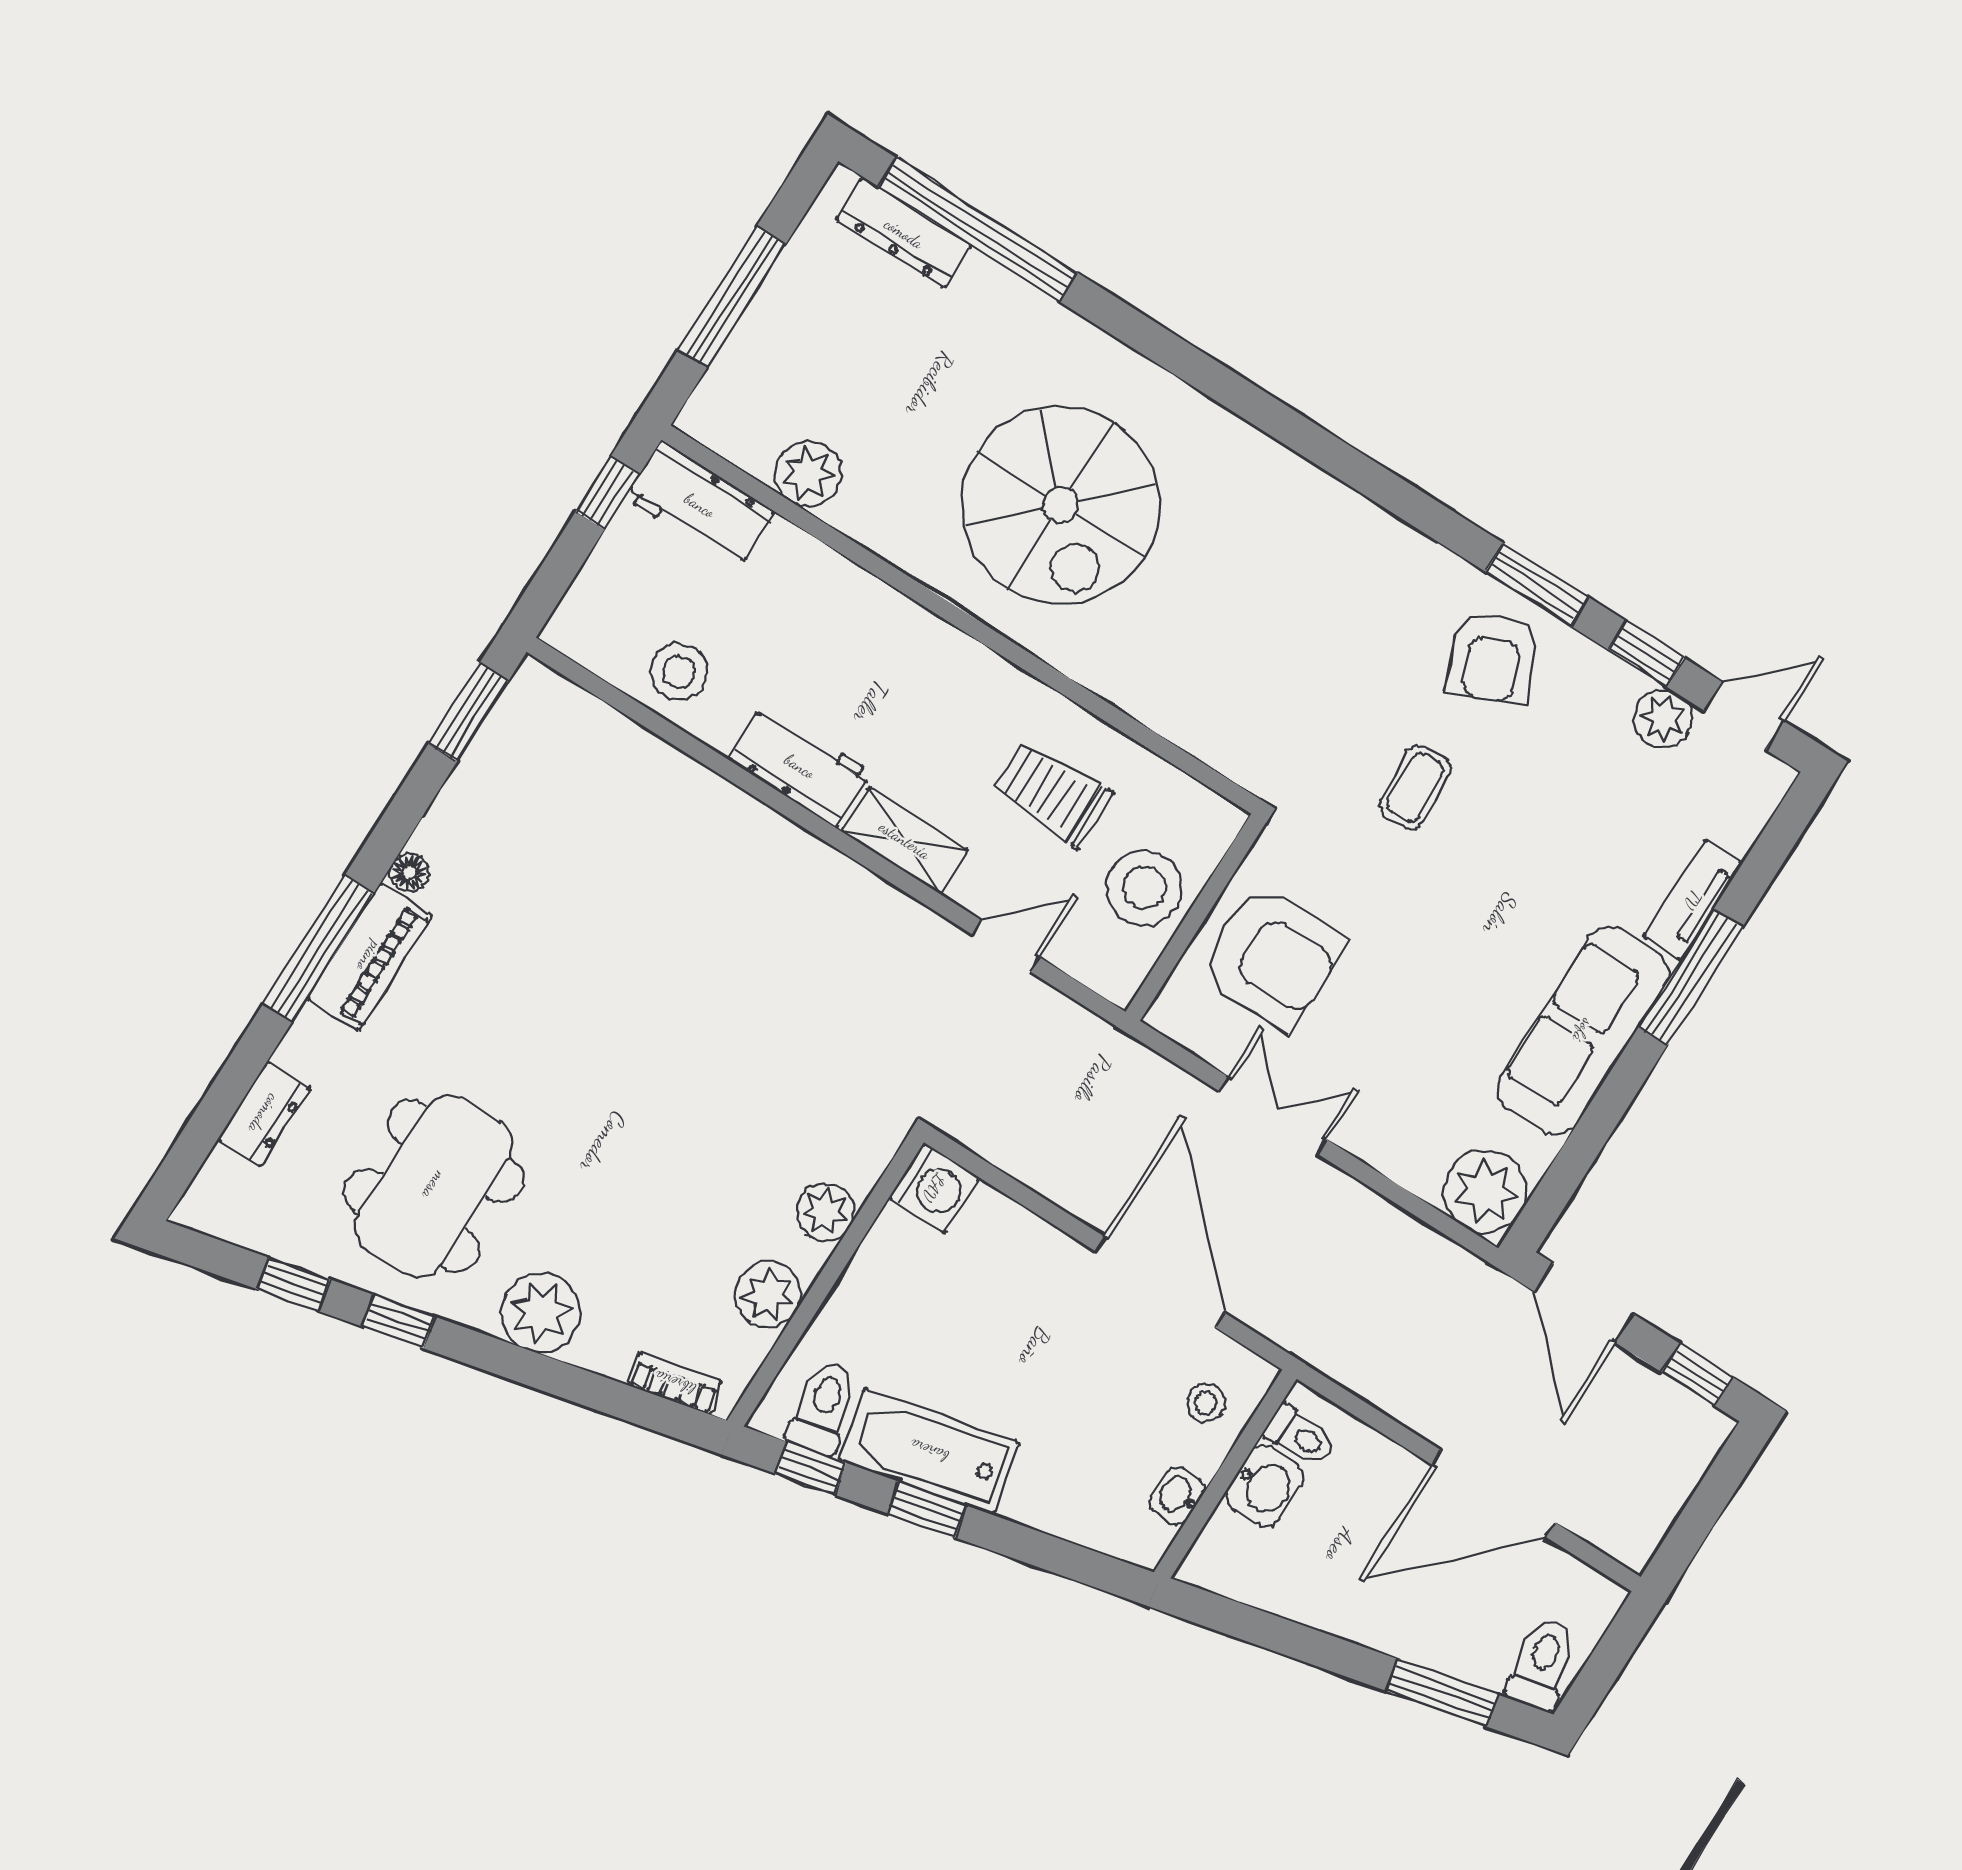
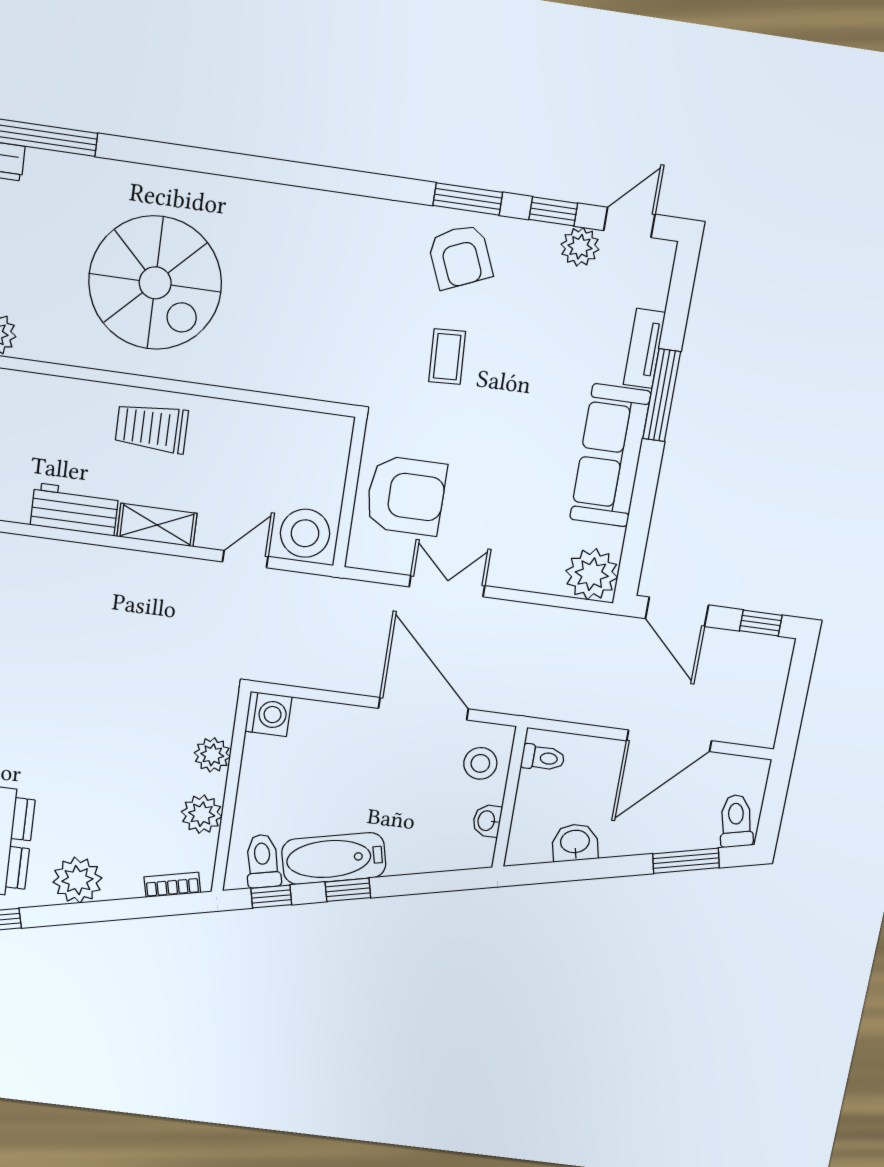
trolley: (1052, 793) -> (152, 428), moved
stool: (1144, 888) -> (305, 533), moved
stool: (1206, 1403) -> (480, 763), width x1.37, depth x1.37
washbasin: (1265, 1486) -> (575, 843), moved, turned -103

